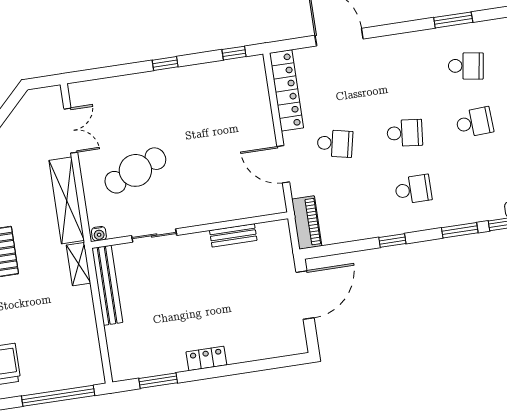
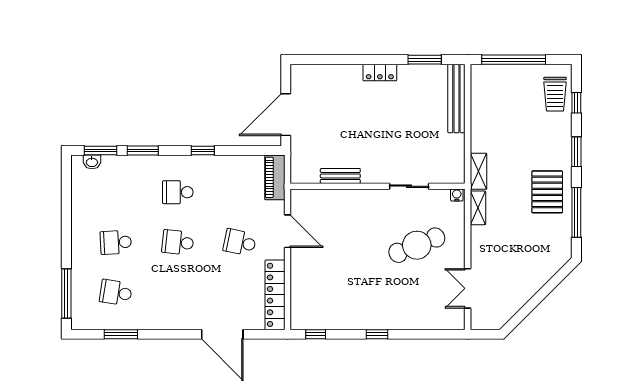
shelving: (67, 200) -> (478, 208), width x0.45, depth x0.75
bench: (107, 285) -> (456, 98), moved

